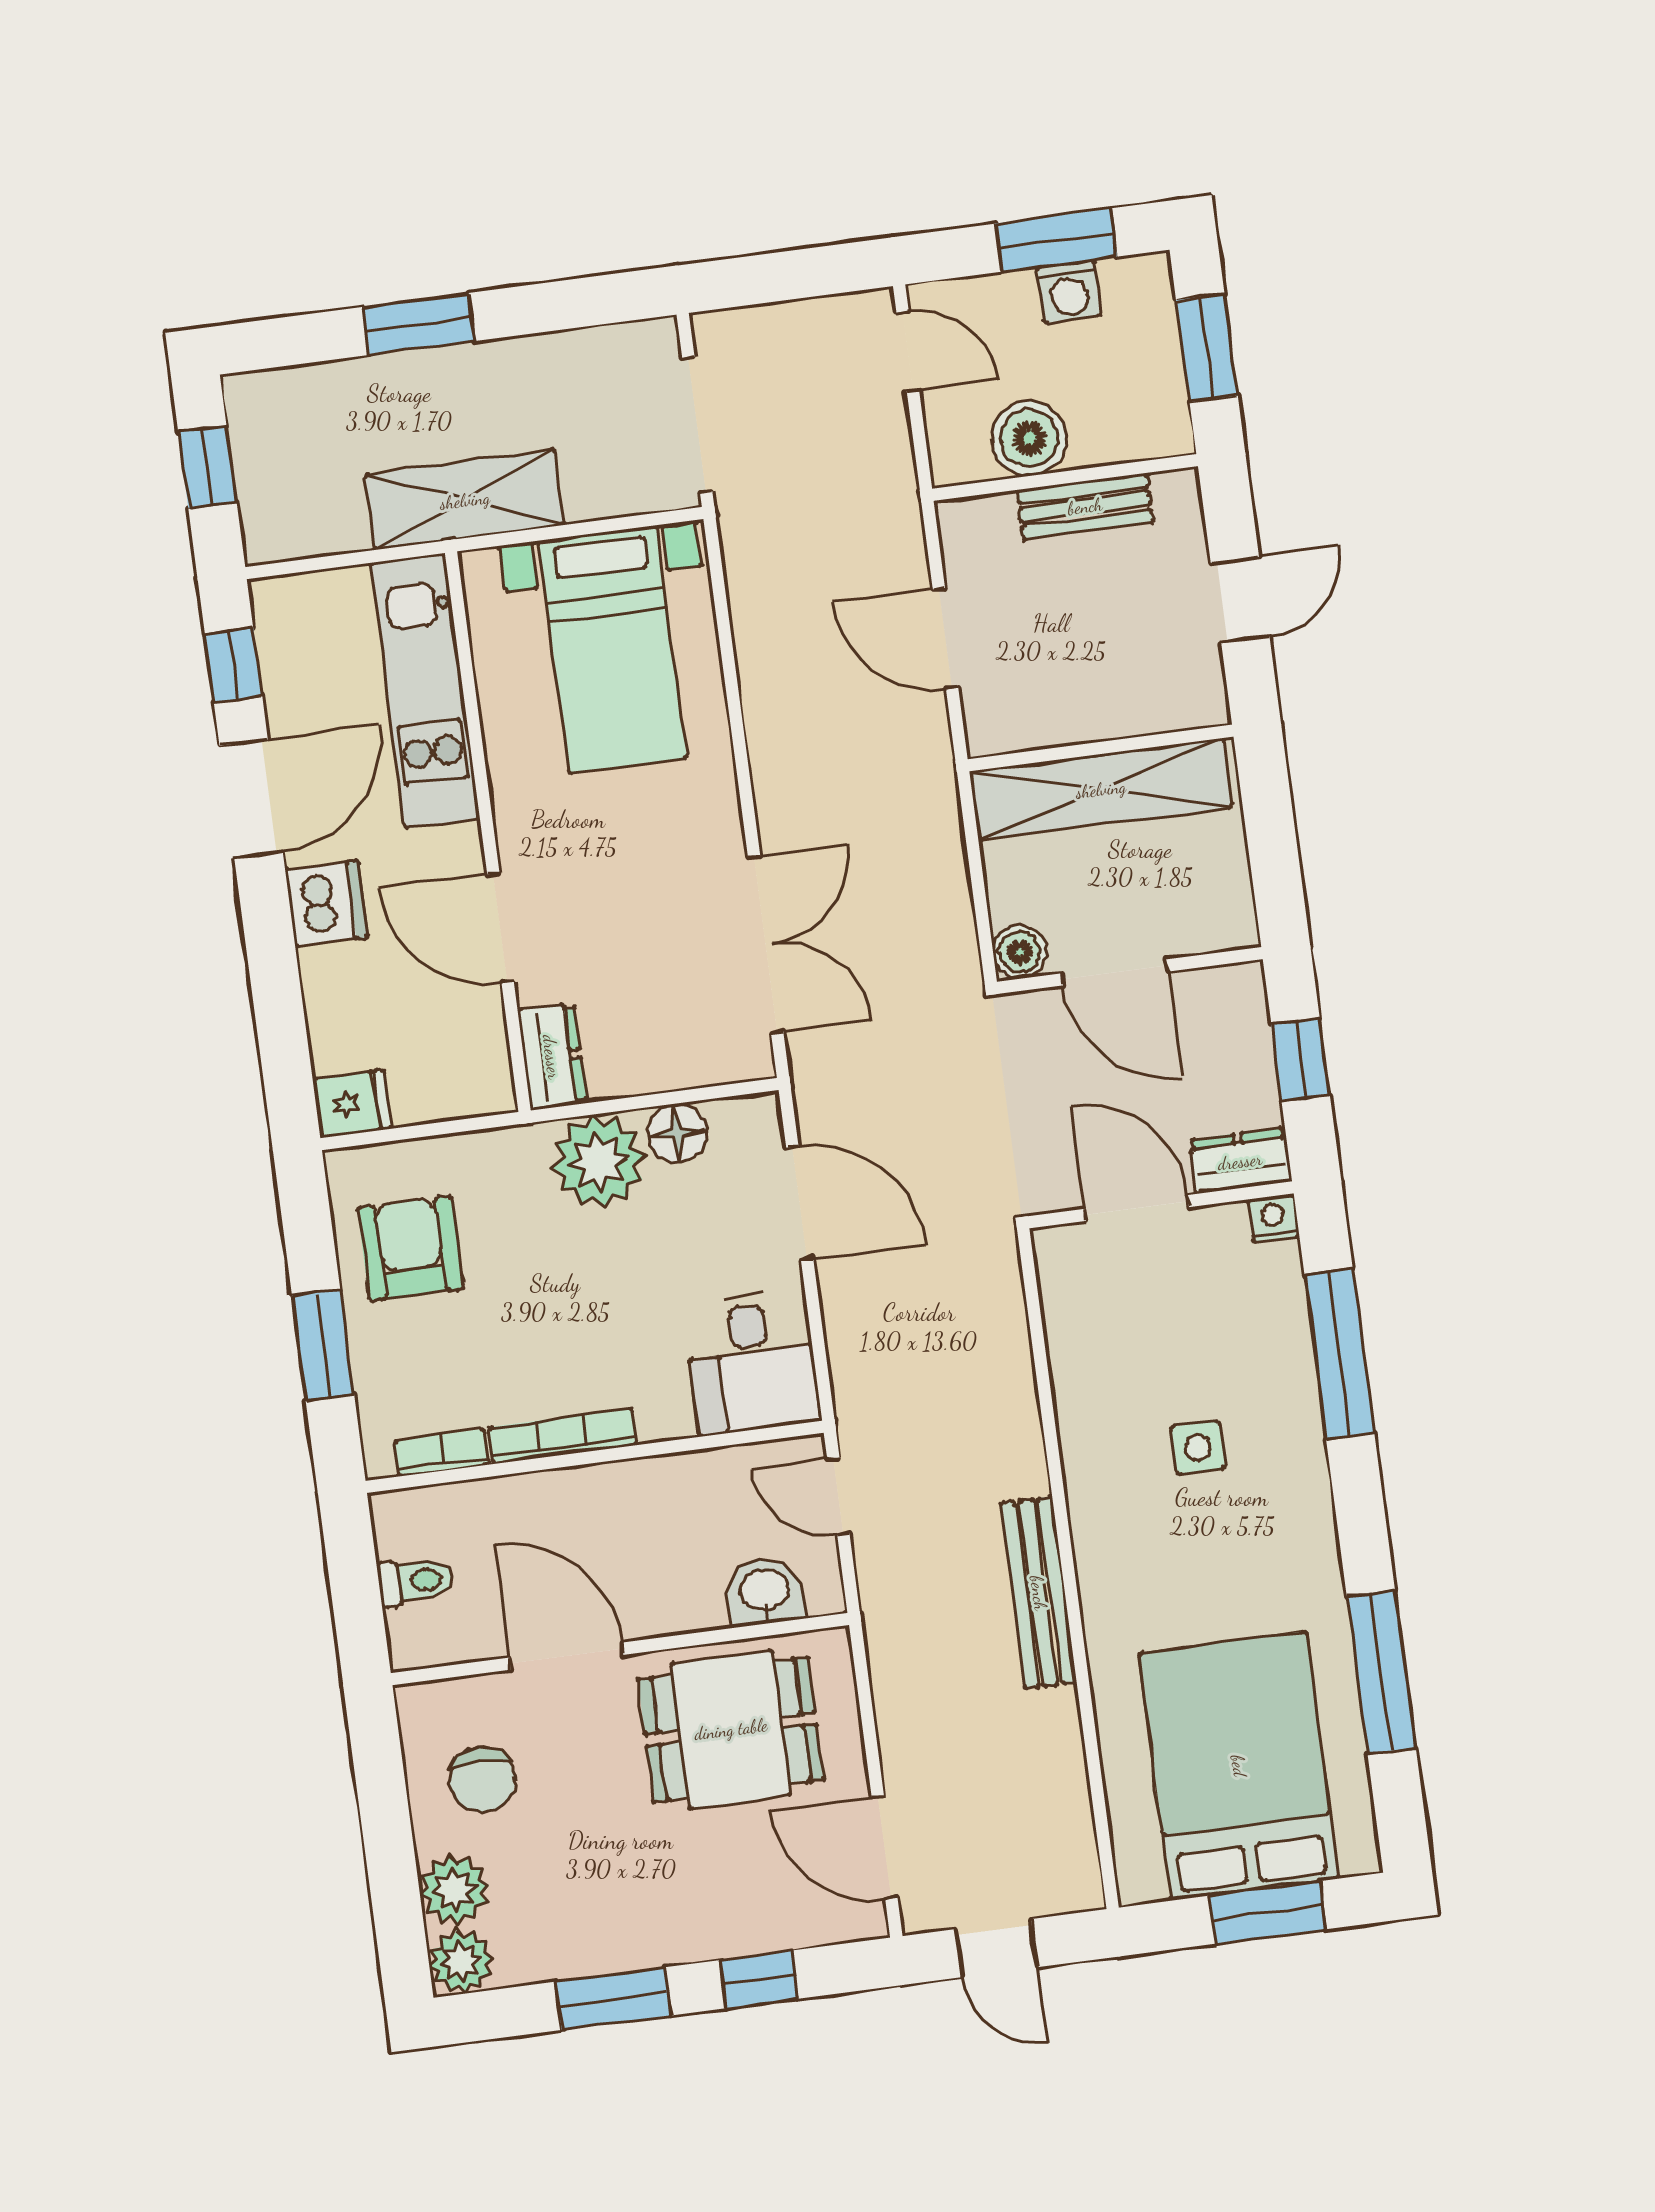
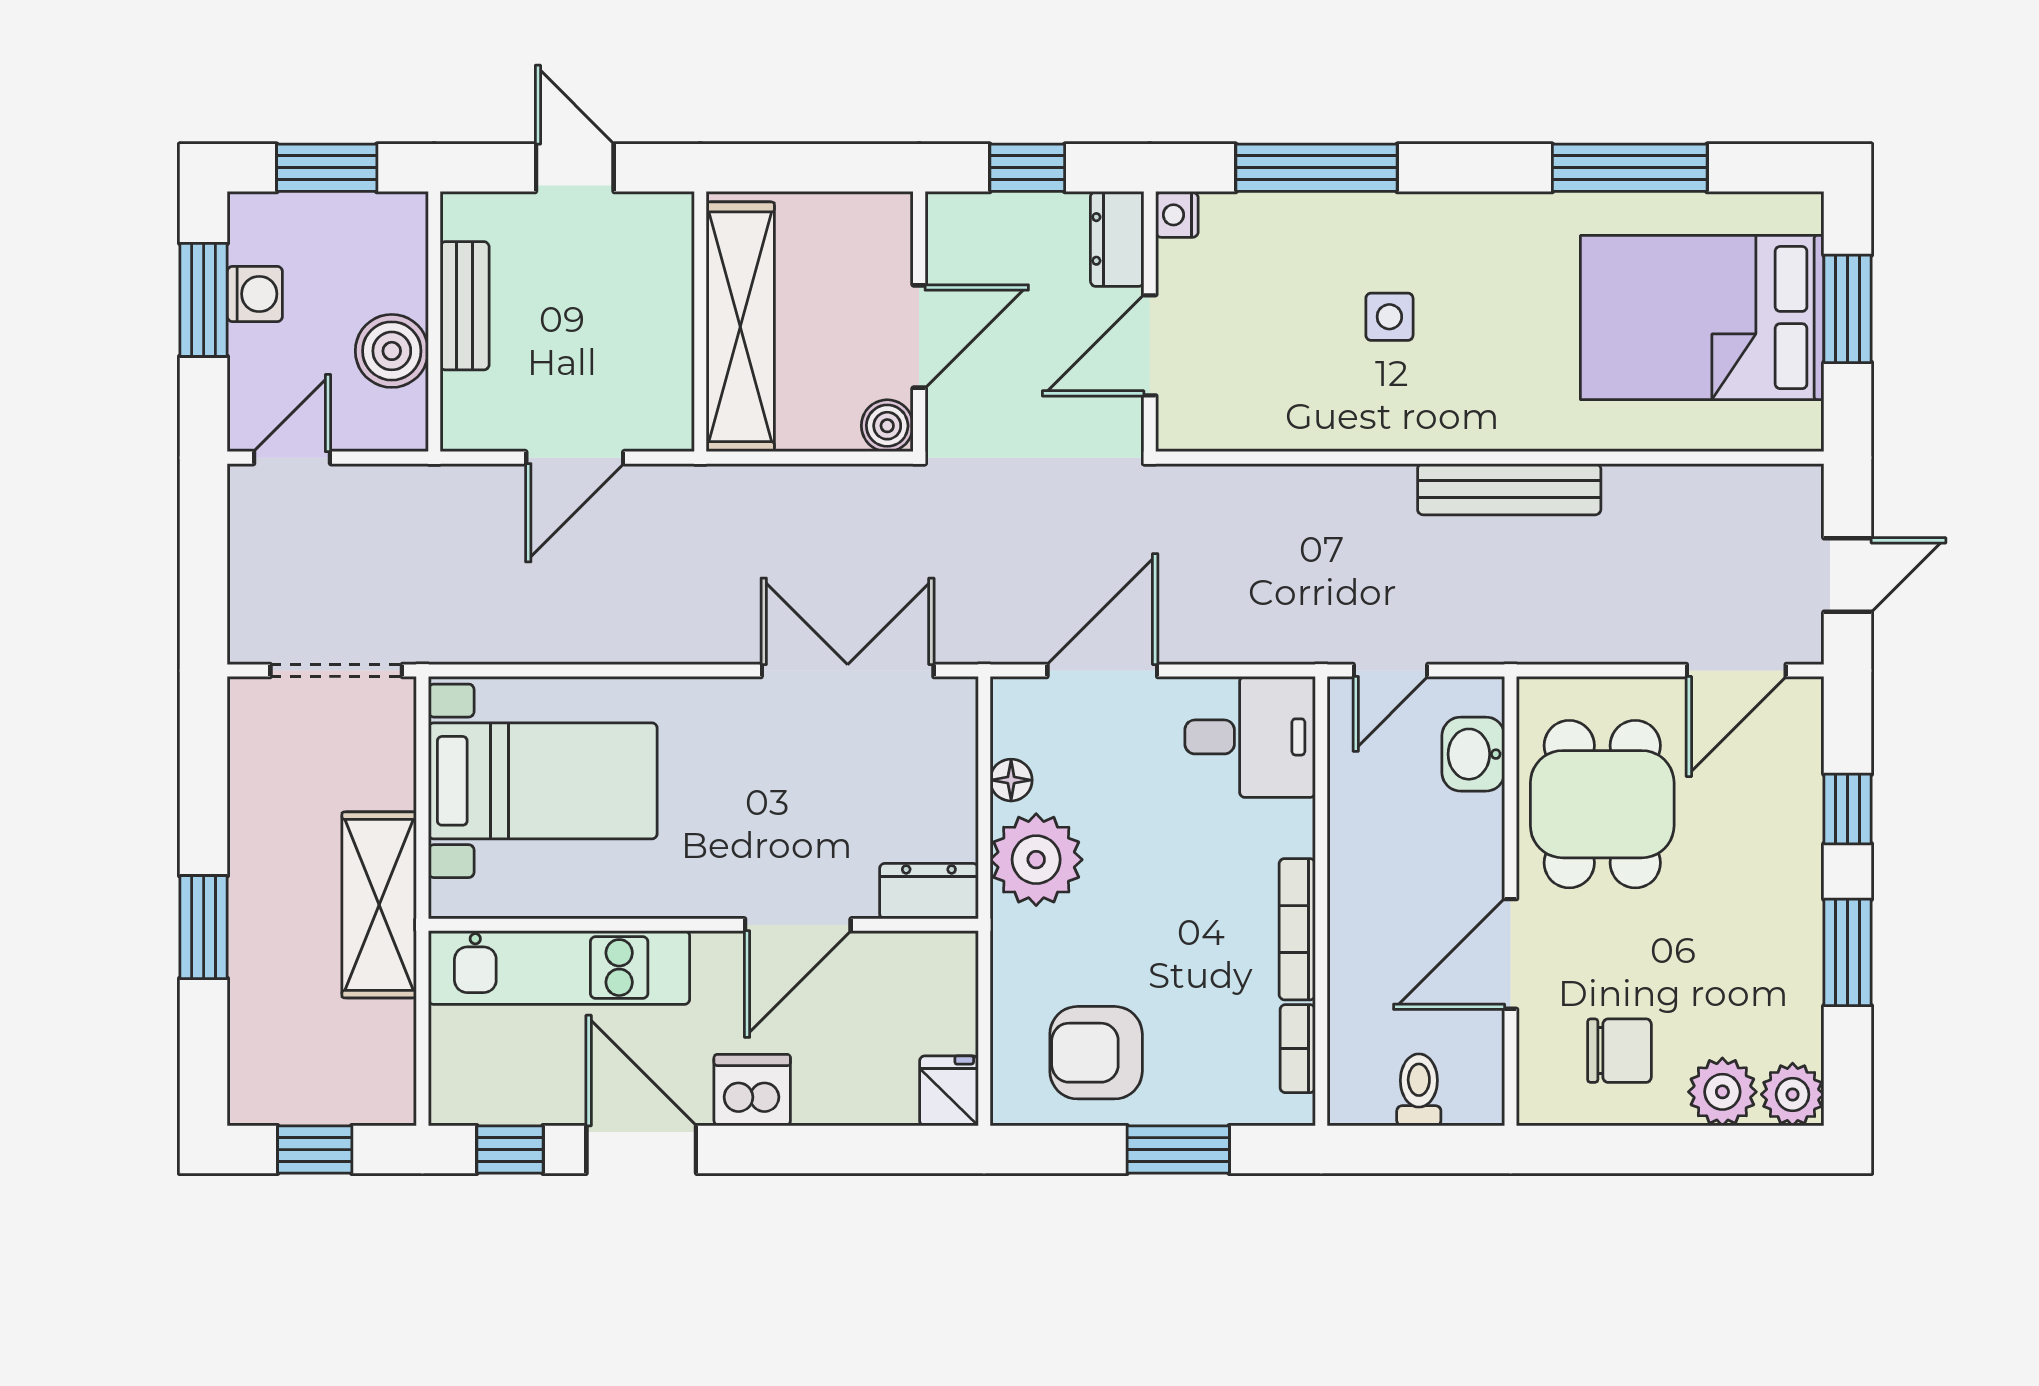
floor lamp: (677, 1133) -> (1011, 780), width x0.73, depth x0.73

